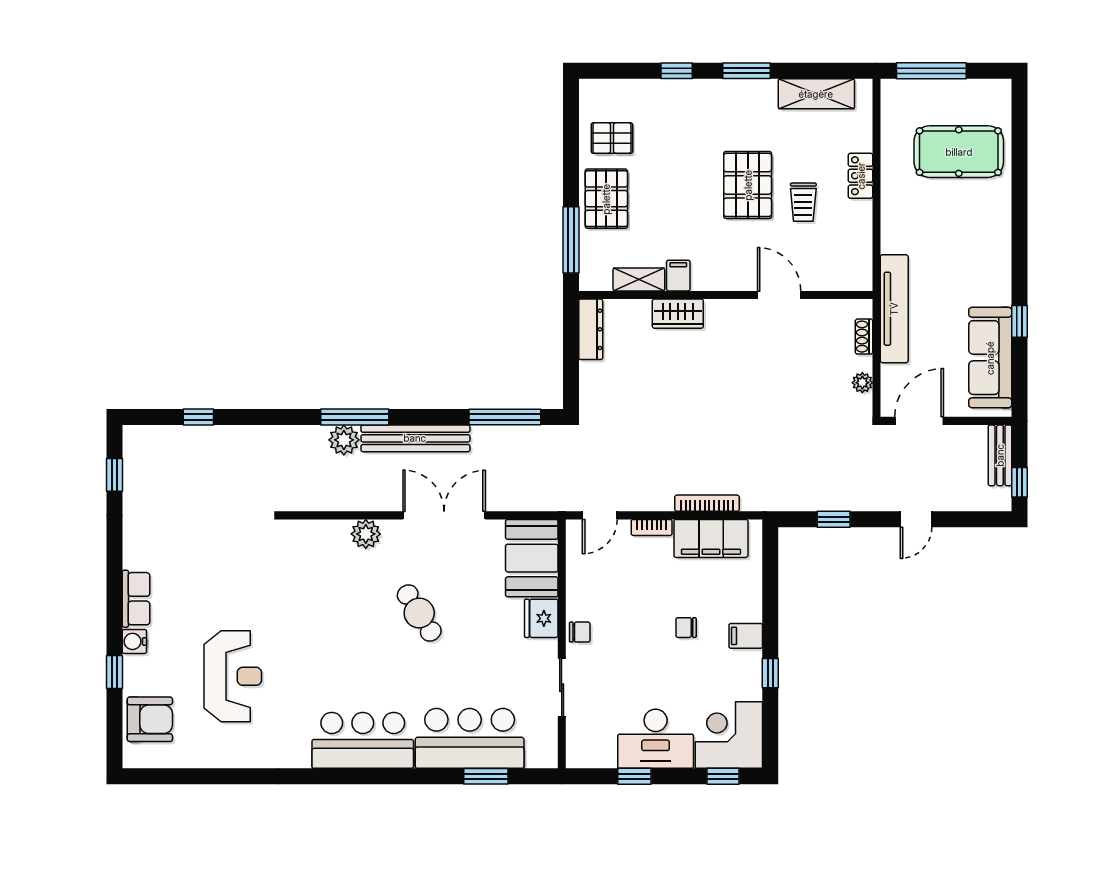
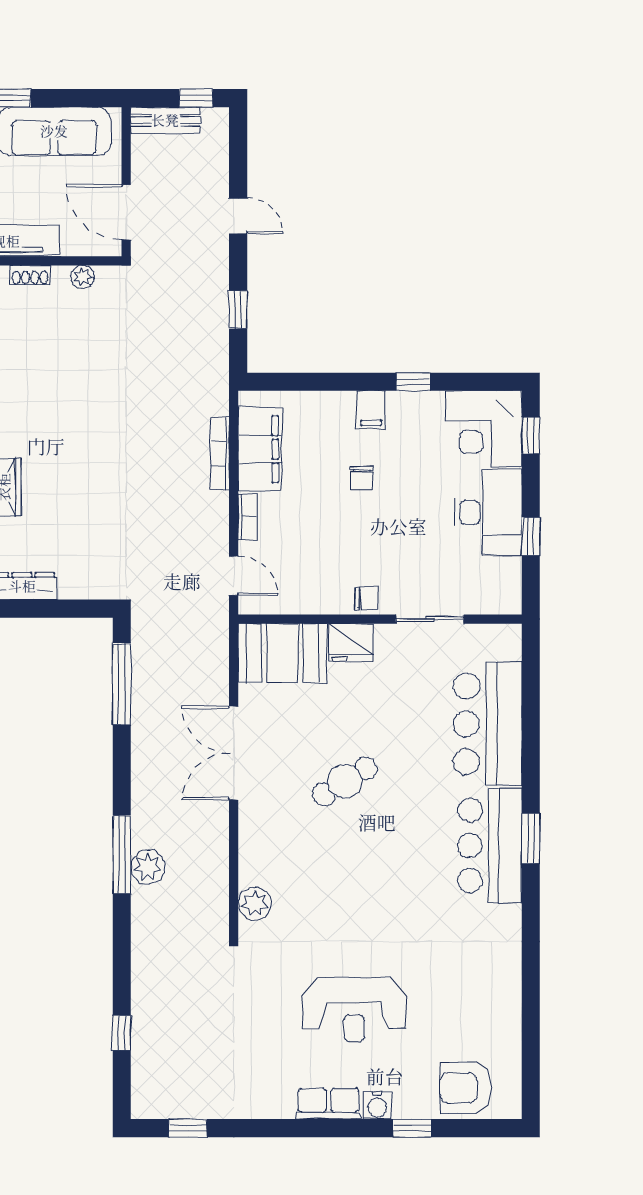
bench: (415, 438) -> (146, 786), removed
plant: (366, 534) -> (255, 904), moved
chair: (580, 632) -> (367, 598), turned 90
reception desk: (233, 676) -> (354, 1010), moved, turned 180
armchair: (150, 719) -> (466, 1088), turned -90
window: (486, 776) -> (531, 838), moved

